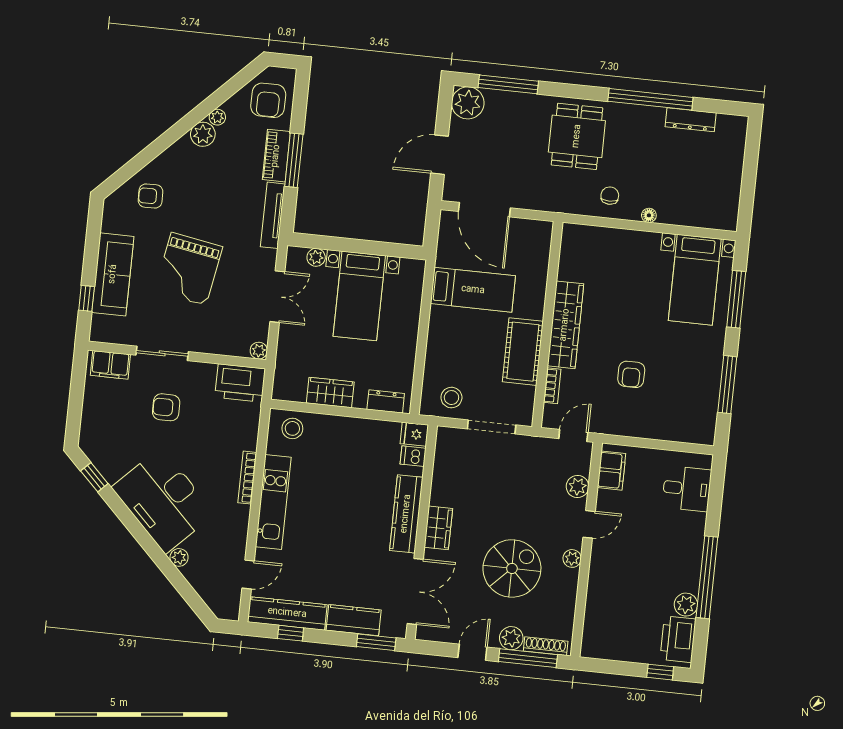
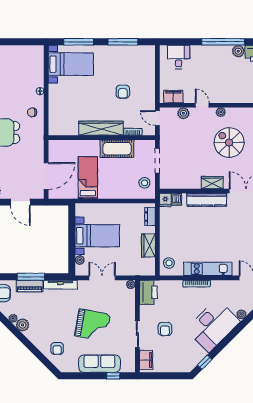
armchair: (631, 374) -> (123, 92), turned 90

